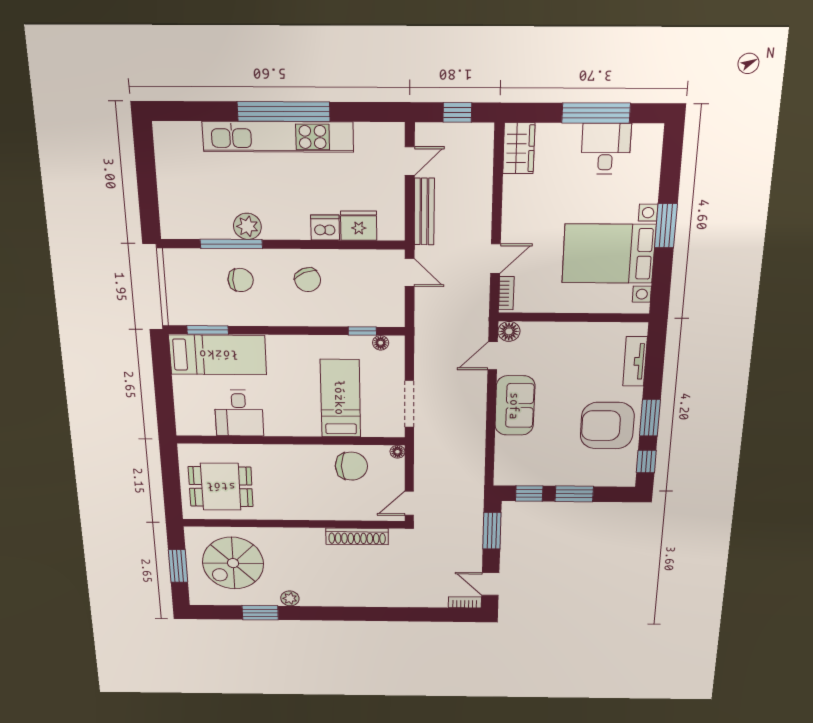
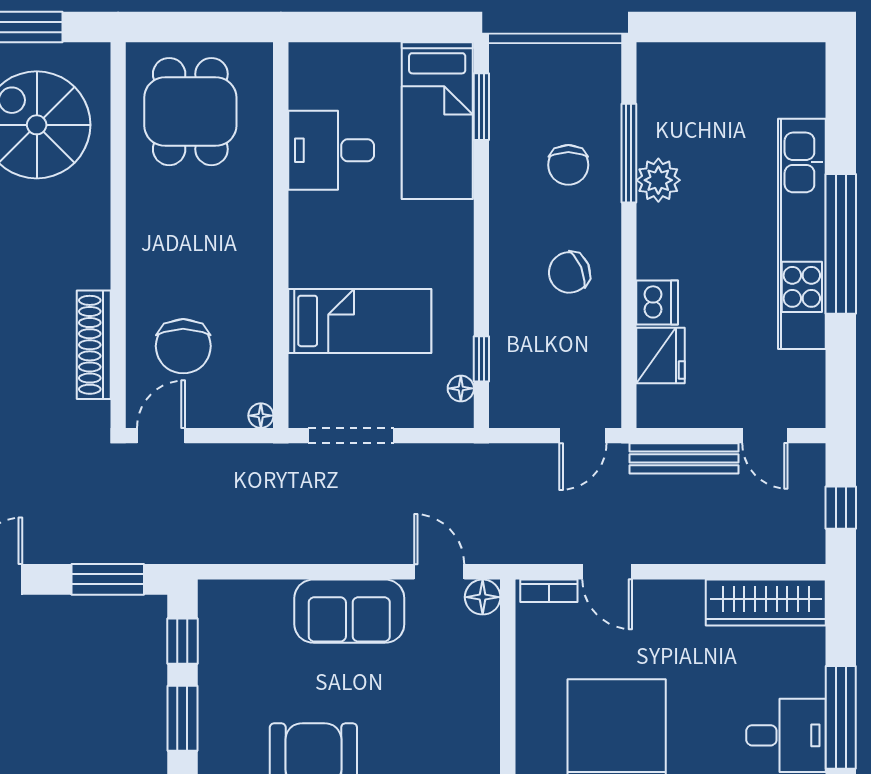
wardrobe: (519, 148) -> (766, 603), width x1.50
chair: (351, 466) -> (183, 346), moved
door: (409, 503) -> (161, 436), hinge flipped

